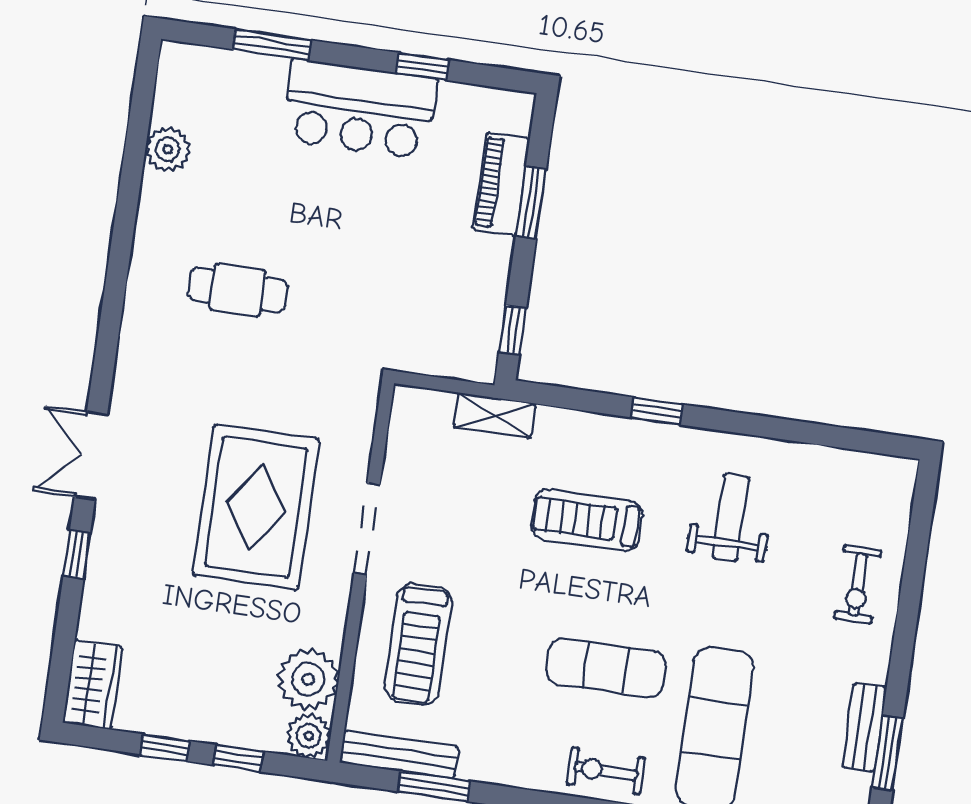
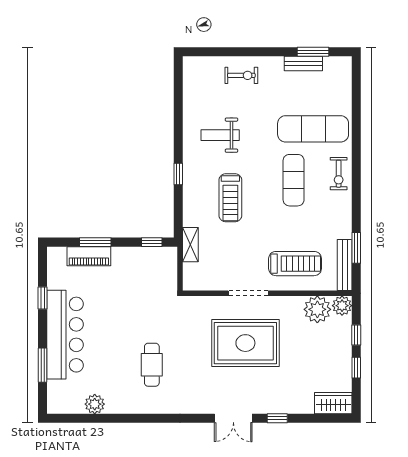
bar counter: (360, 109) -> (65, 335), width x1.36

